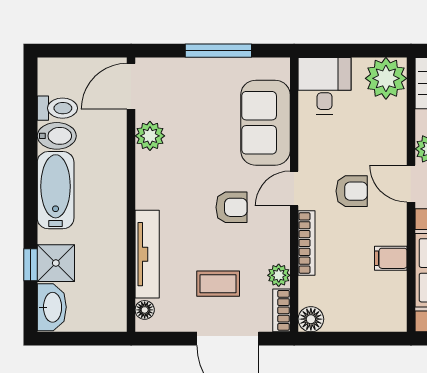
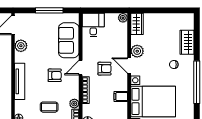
plant: (386, 78) -> (123, 18), width x0.53, depth x0.53
tv unit: (147, 254) -> (20, 81), moved

